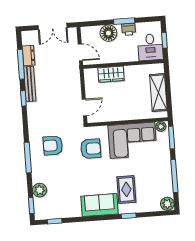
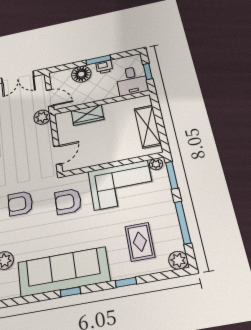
plant: (73, 70) -> (42, 117), added
armchair: (91, 149) -> (68, 201), turned 180
rug: (126, 189) -> (140, 242), moved
sofa: (99, 205) -> (63, 272), width x1.85, depth x1.27
window: (55, 221) -> (70, 292), moved

